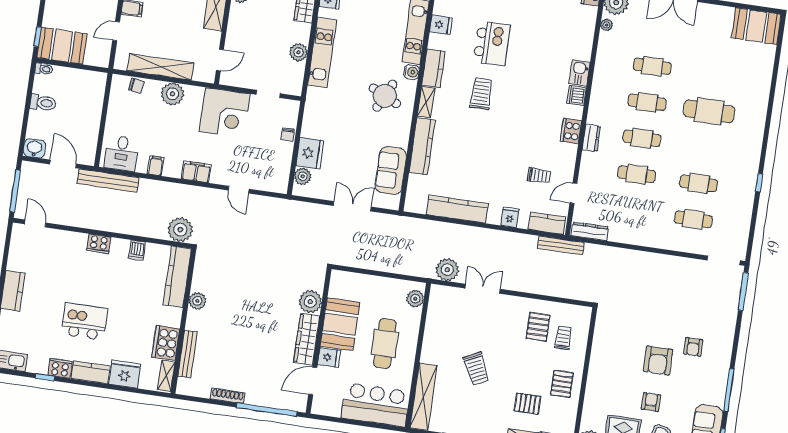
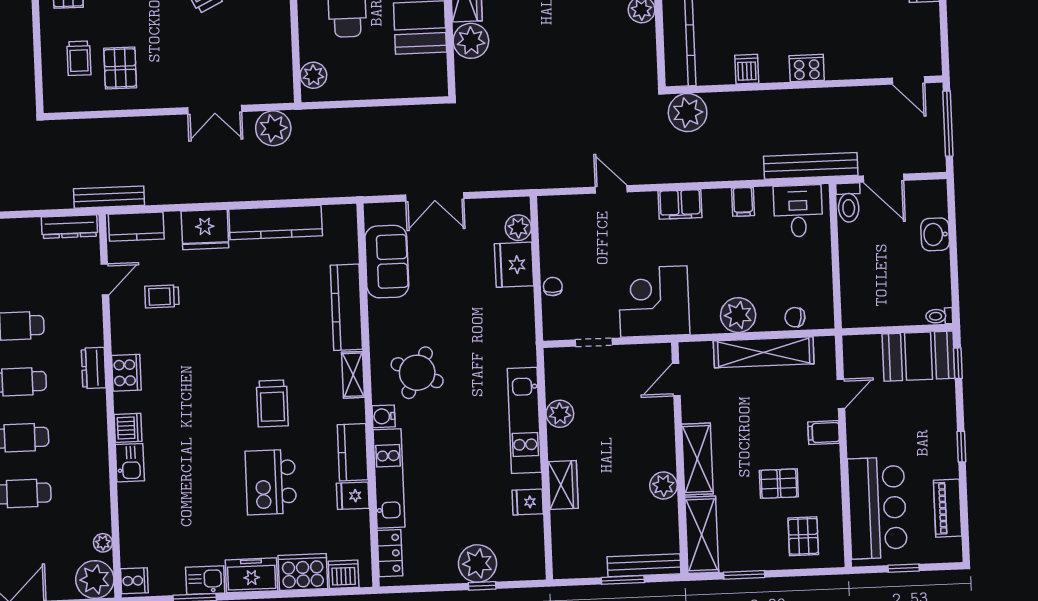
kitchen counter: (433, 68) -> (353, 452), moved
toilet: (43, 103) -> (848, 203), moved, turned -90
washbasin: (34, 148) -> (935, 234), moved, turned 90
fridge: (510, 217) -> (205, 230), width x1.88, depth x1.34

